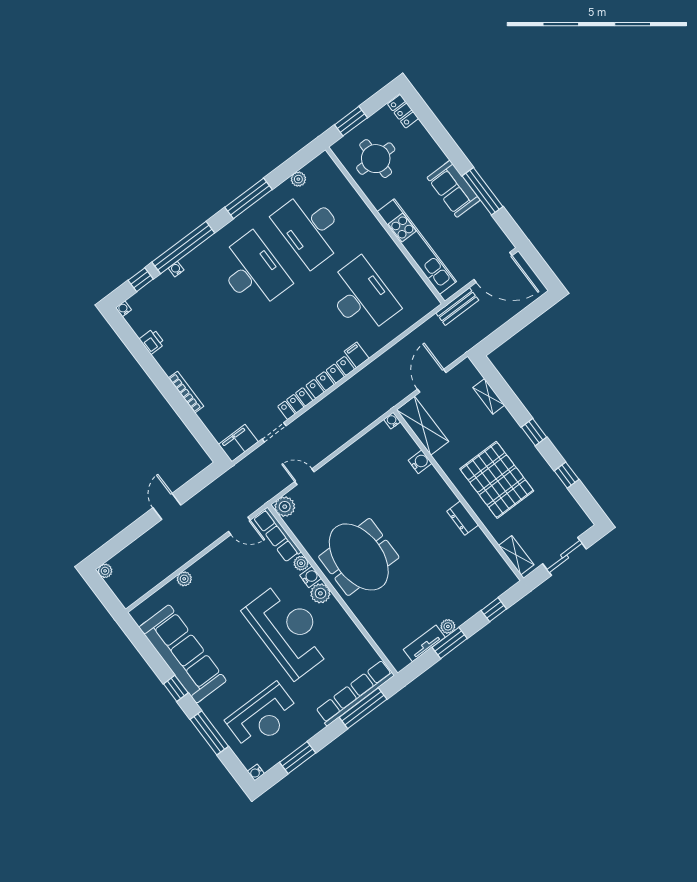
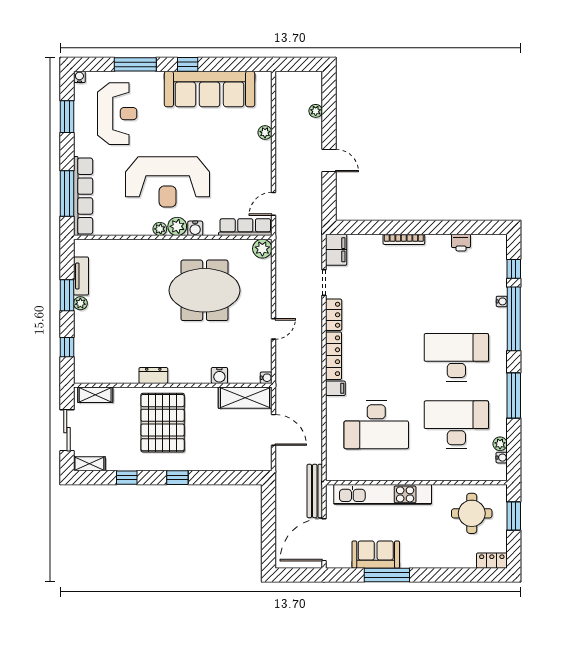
sofa: (454, 189) -> (376, 555), moved
desk: (253, 272) -> (456, 357), turned 180
bench: (457, 307) -> (315, 491), width x1.36
water cooler: (123, 309) -> (502, 458), moved
shelving: (489, 396) -> (89, 464), moved
door: (304, 477) -> (274, 329), moved
pallet: (497, 480) -> (163, 423), turned 90
meeting table: (359, 557) -> (205, 290), moved
plant: (301, 563) -> (160, 229), moved
plant: (105, 571) -> (316, 111), moved
reception desk: (263, 717) -> (117, 114), turned 180

